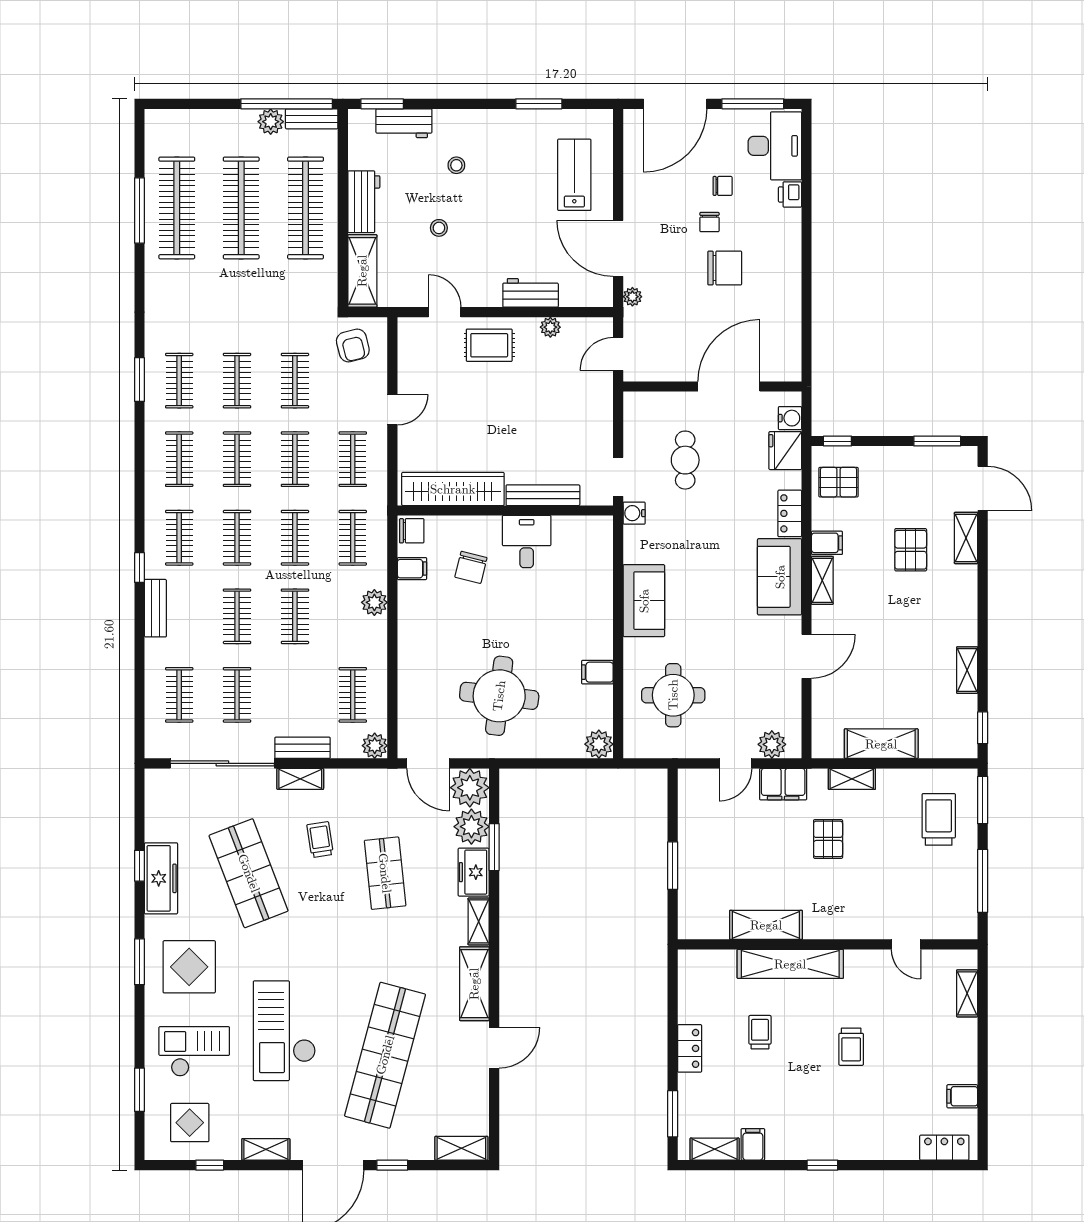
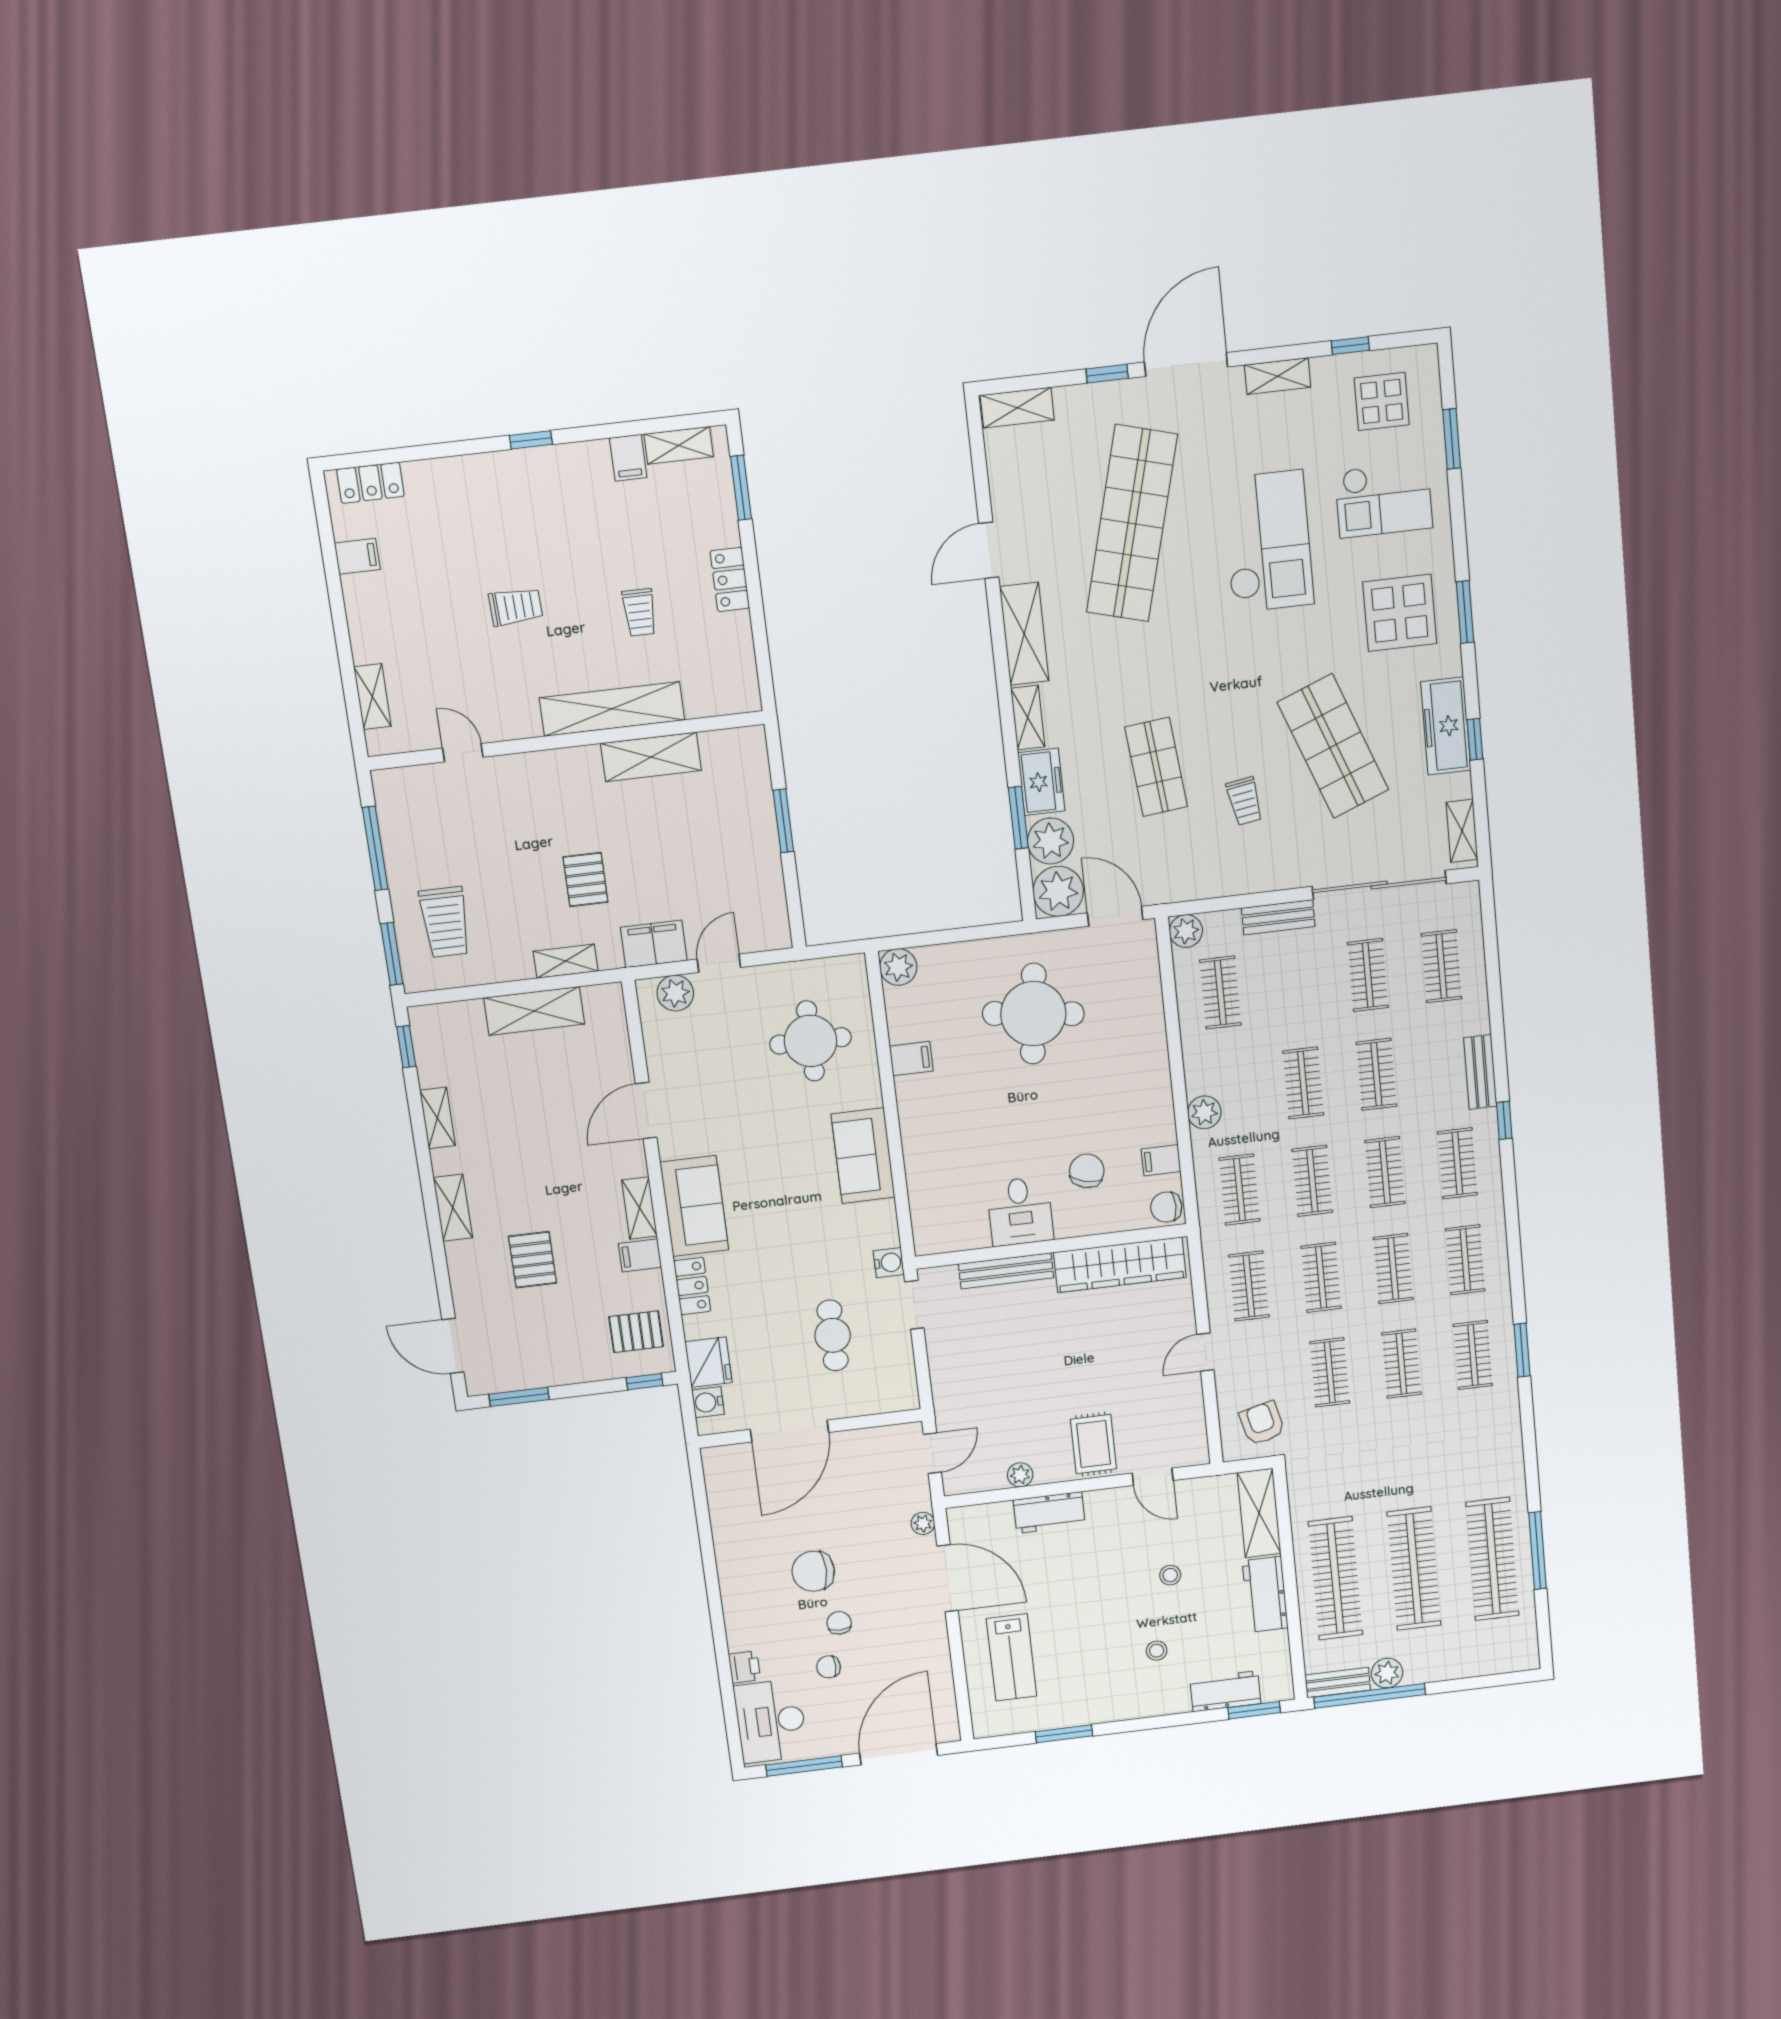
rug: (489, 345) -> (1093, 1444), turned 90
shelving: (966, 538) -> (453, 1208), moved
shelving: (300, 779) -> (1462, 831), moved, turned 90
trolley: (851, 1047) -> (516, 607), turned 88

